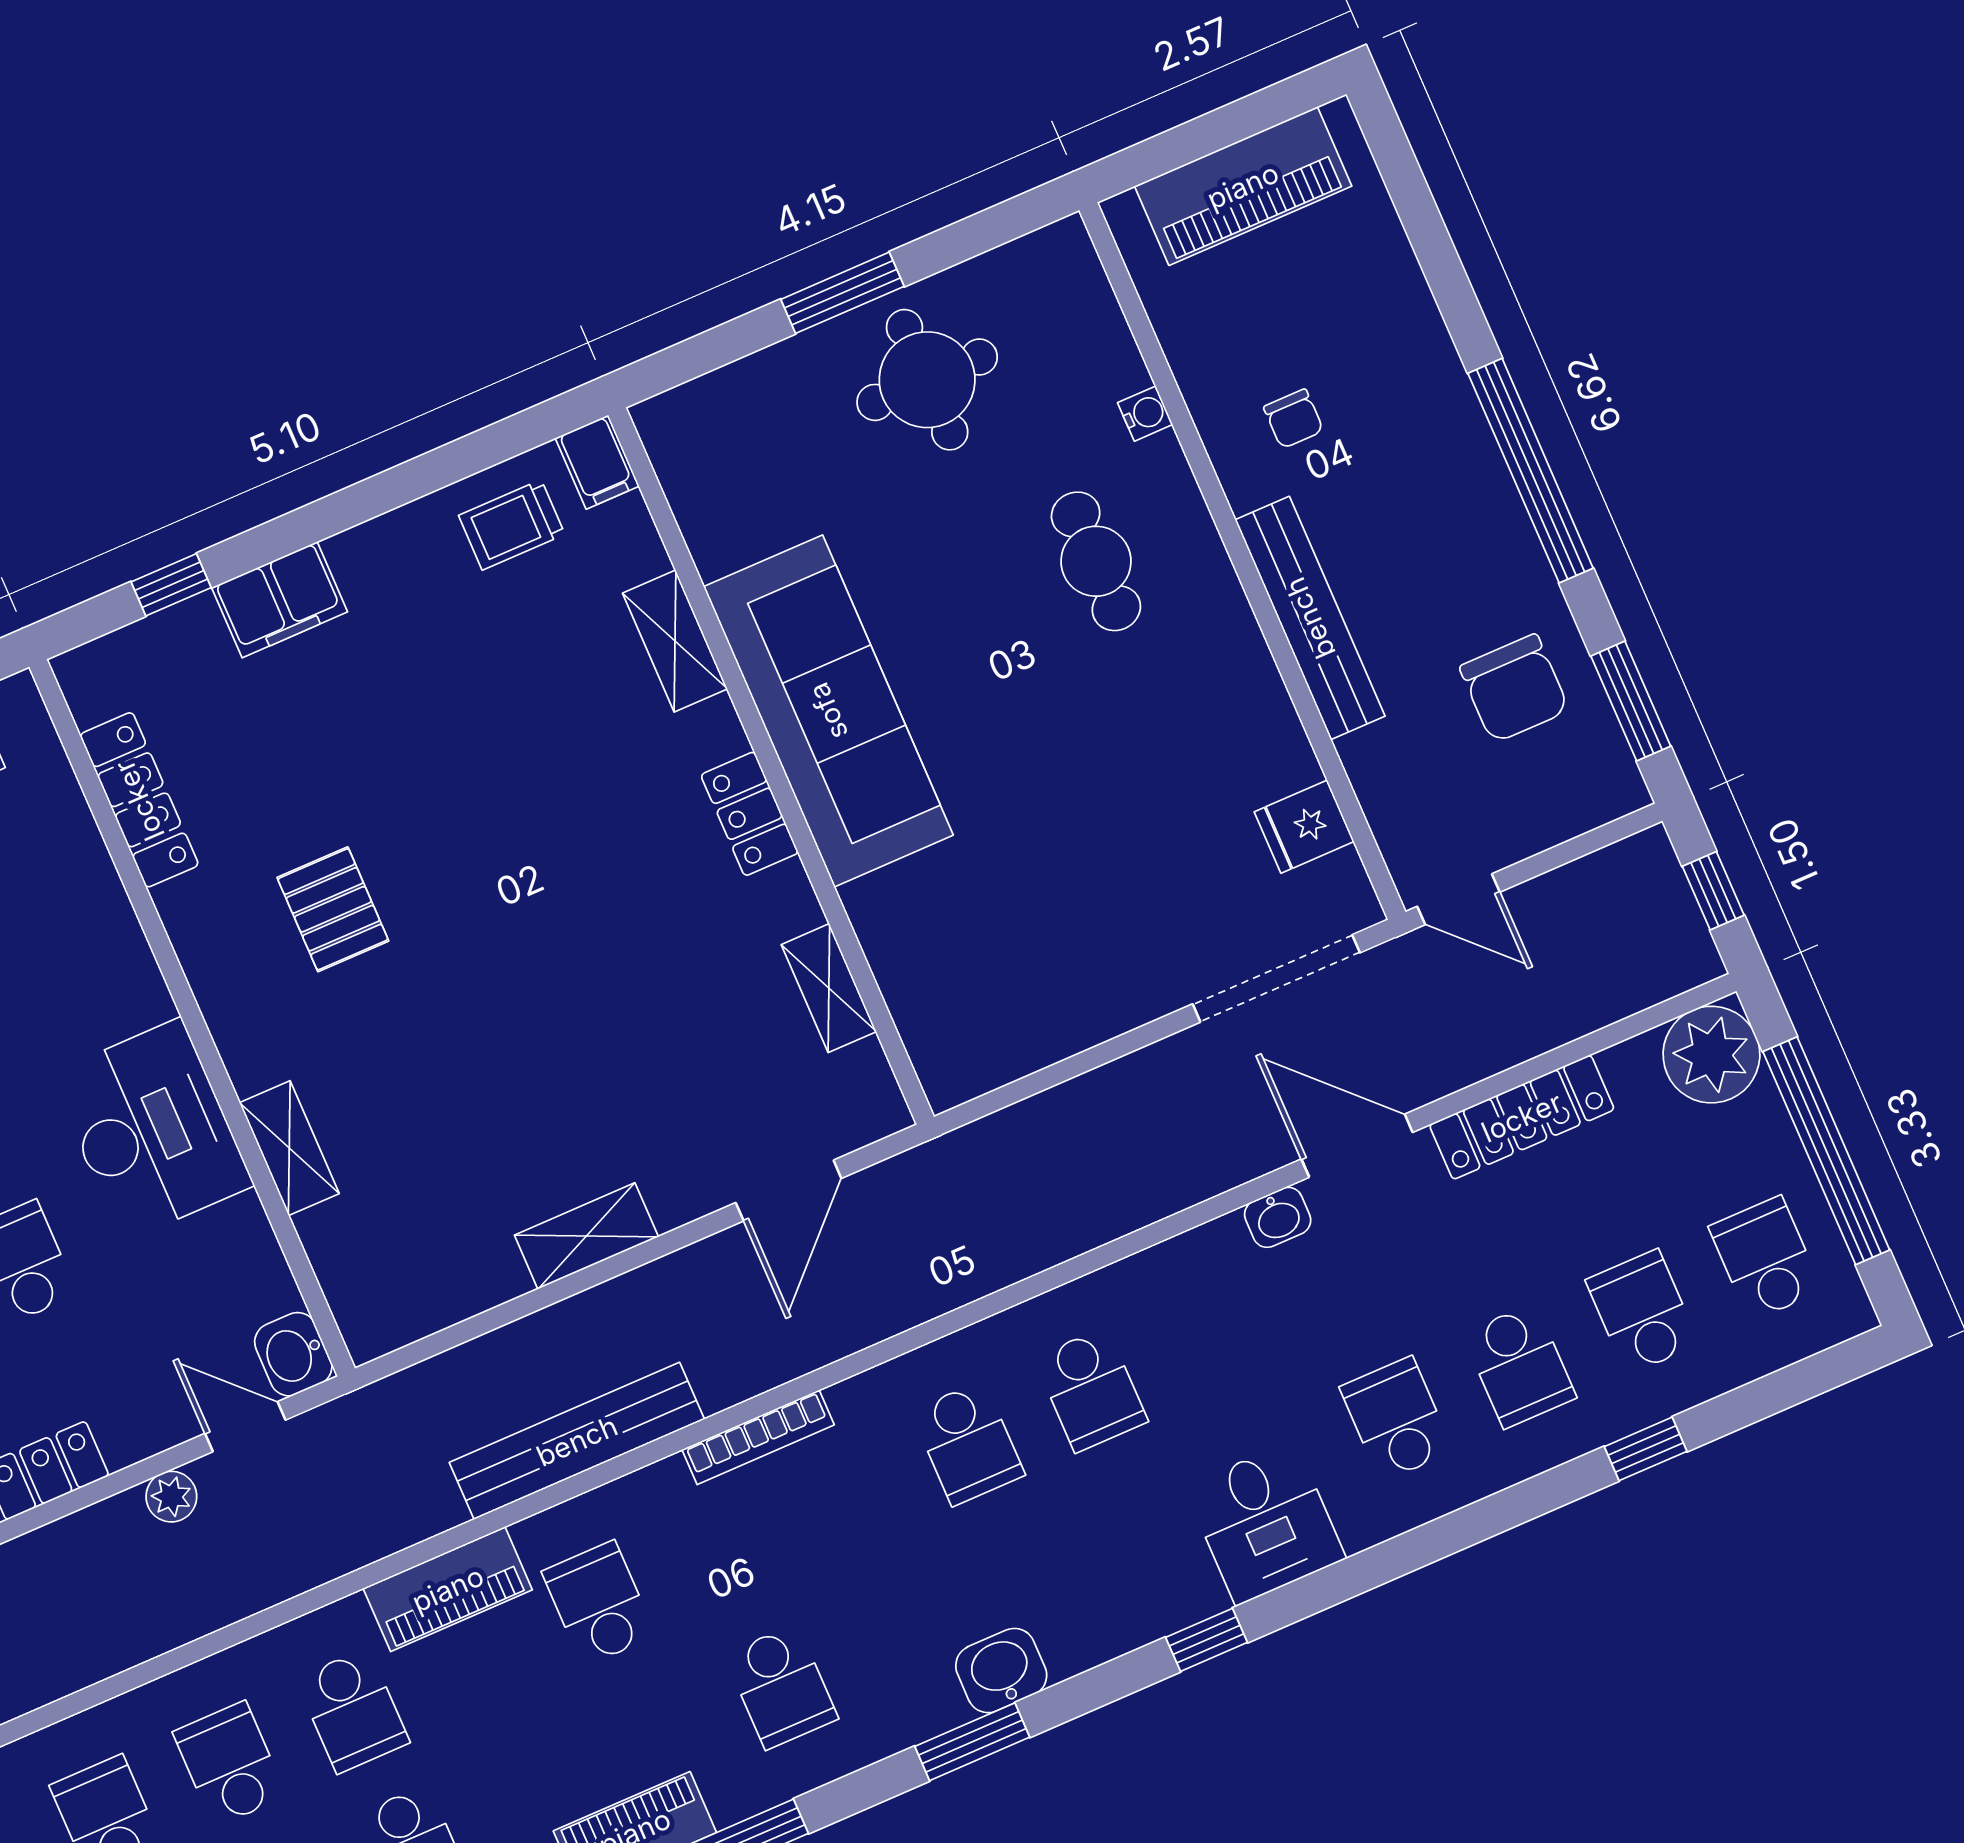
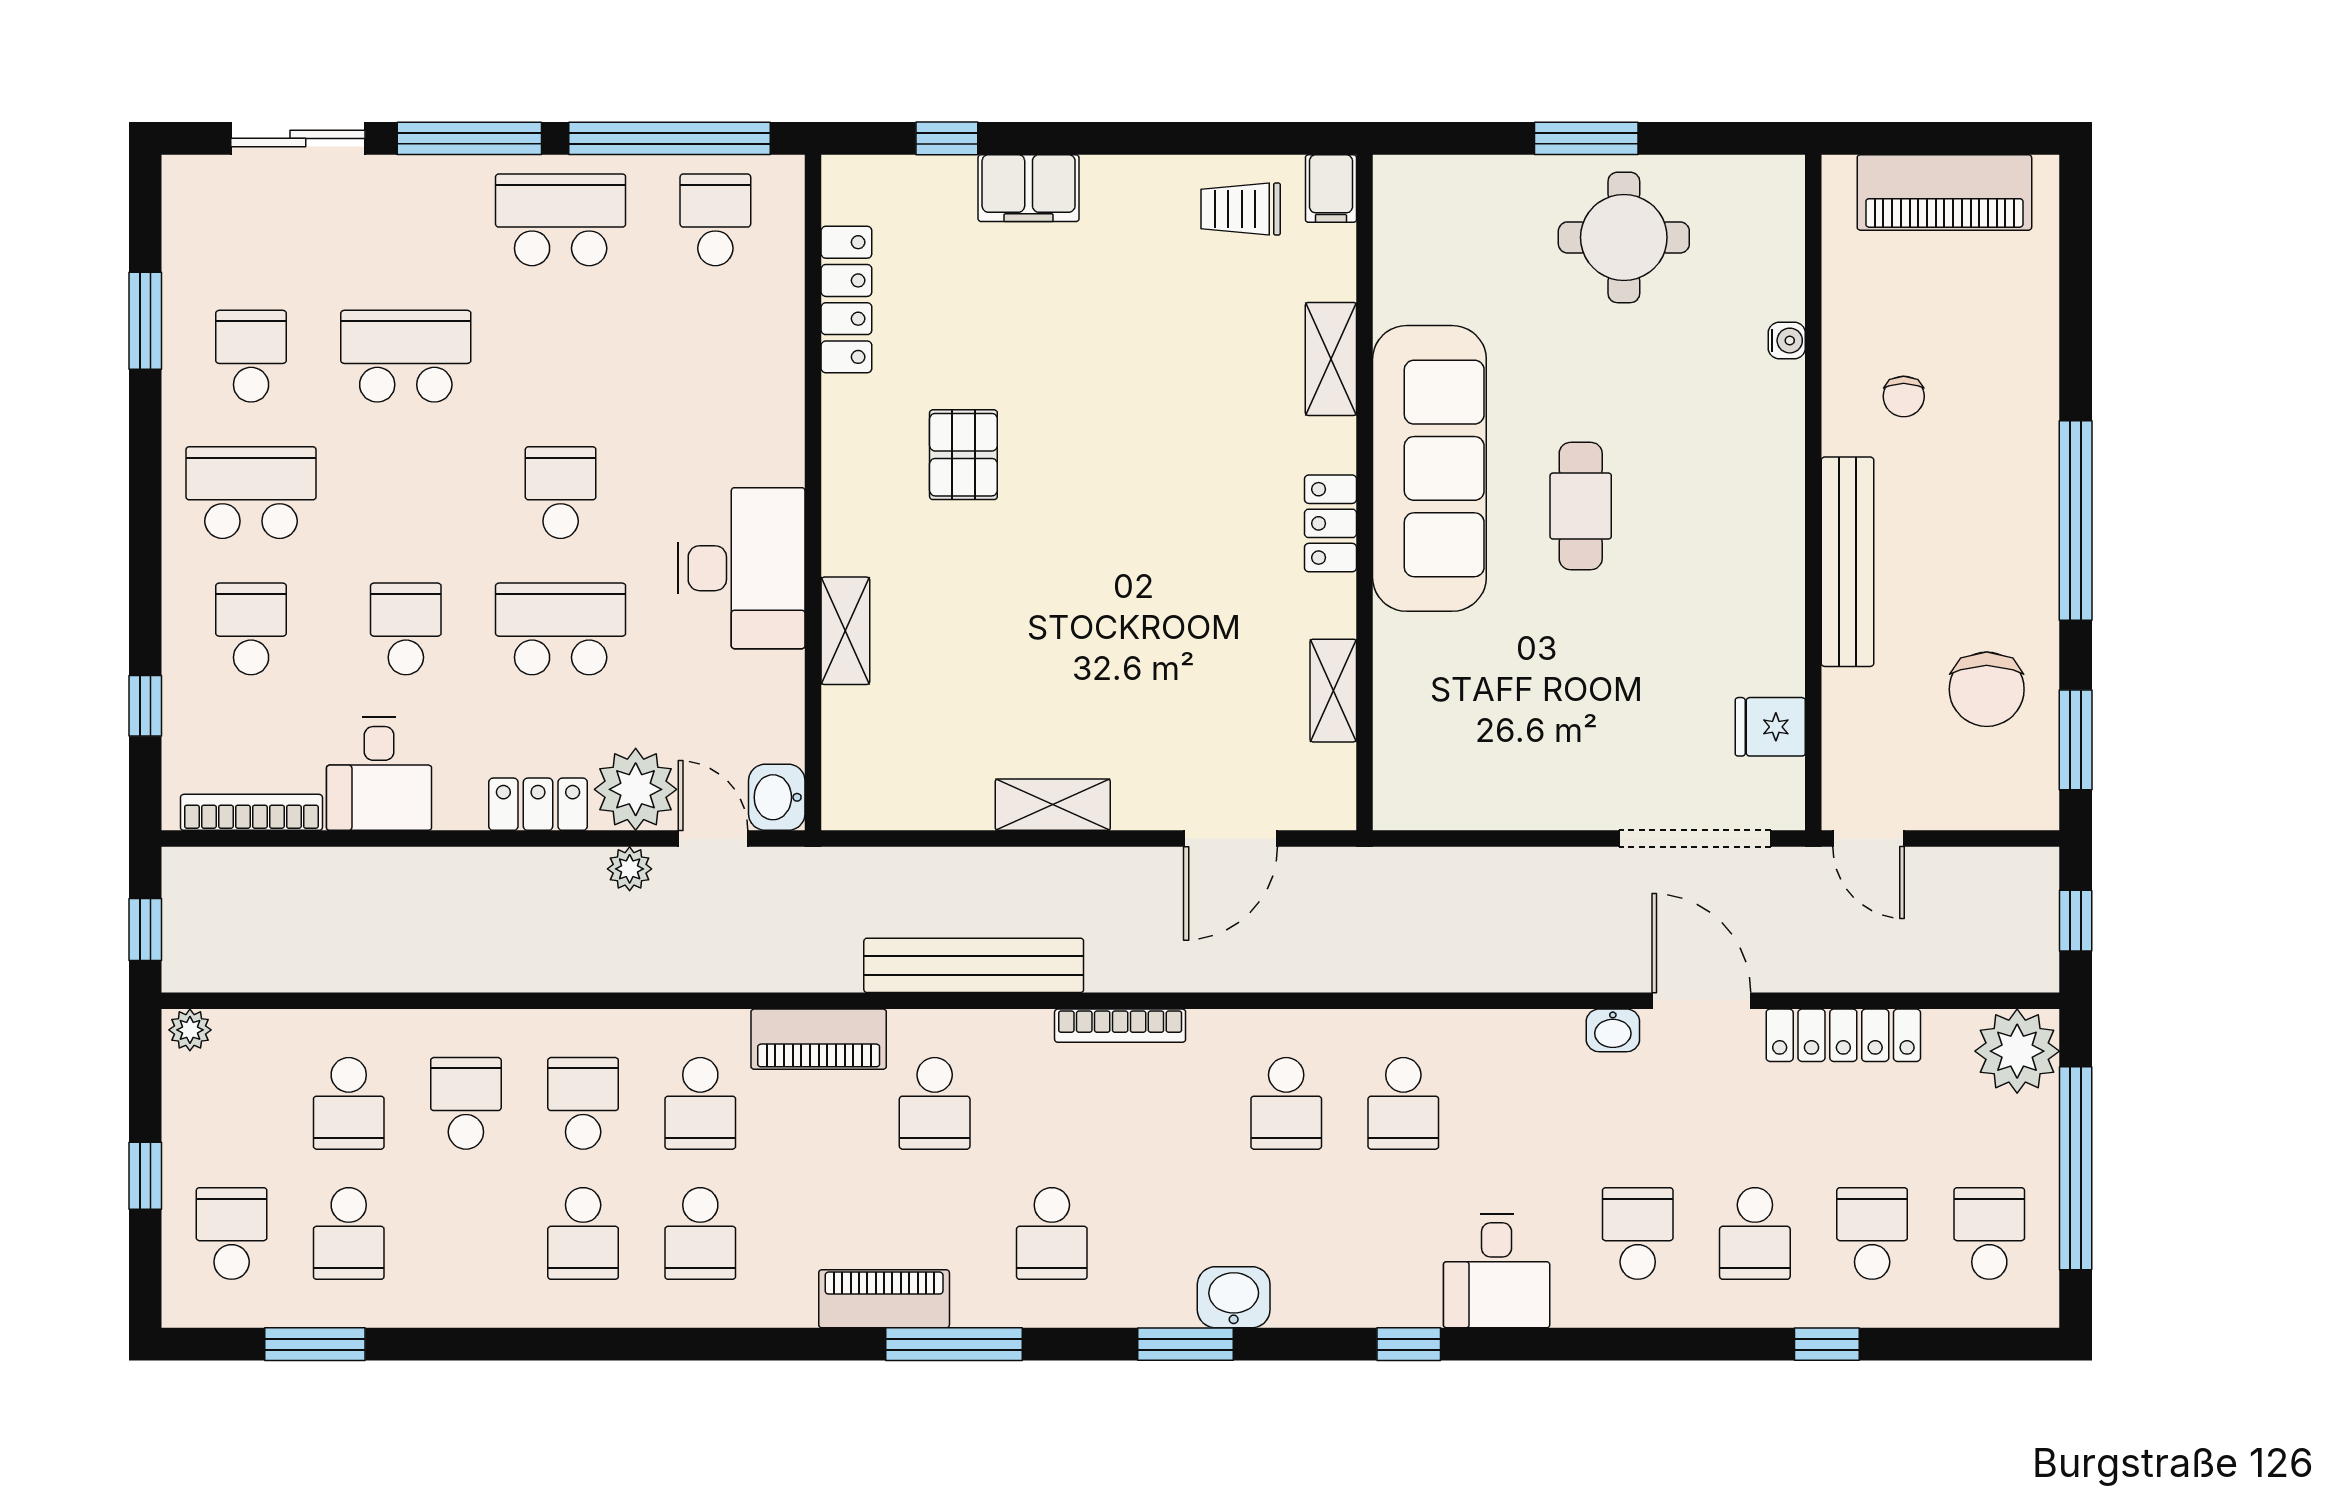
cafe table: (1096, 561) -> (1581, 506), moved
plant: (141, 1410) -> (636, 789), added
school desk: (599, 1604) -> (935, 1103), turned 180

